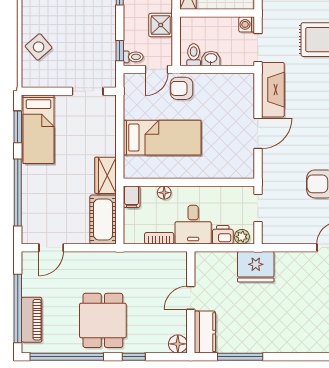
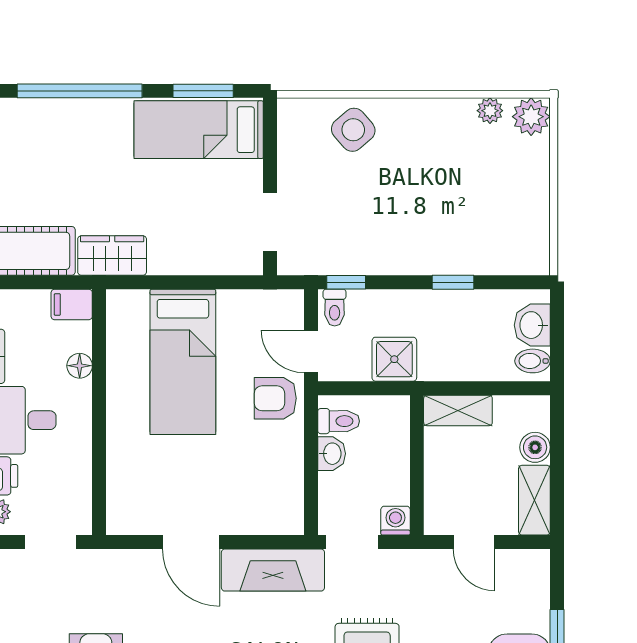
armchair: (181, 88) -> (275, 398), turned -90

